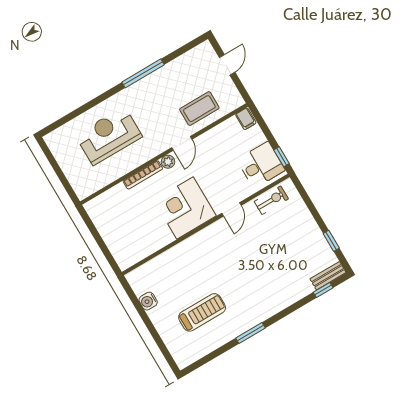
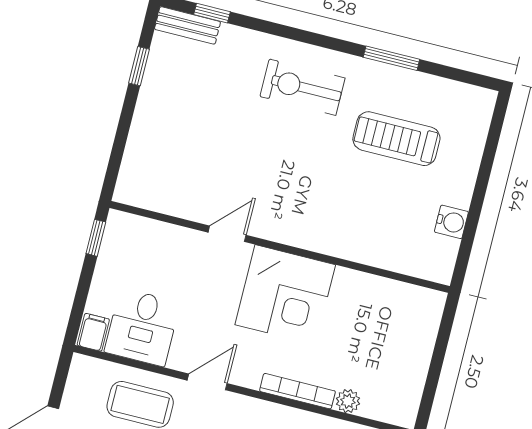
plant: (168, 162) -> (348, 401), moved
desk: (261, 165) -> (142, 327), moved, turned -90
exercise bike: (271, 200) -> (302, 87), moved, width x1.38, depth x1.39
window: (250, 333) -> (391, 58), moved

